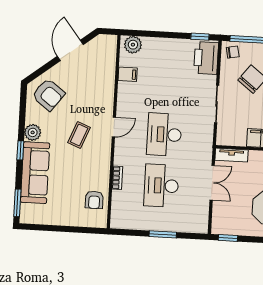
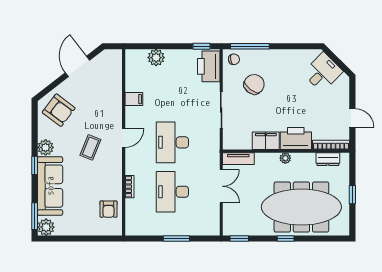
plant: (133, 45) -> (156, 58), moved
filing cabinet: (128, 74) -> (134, 99), moved
plant: (28, 215) -> (46, 227), added

